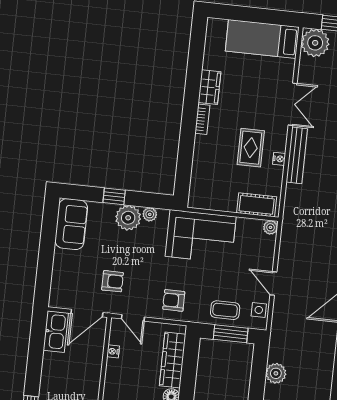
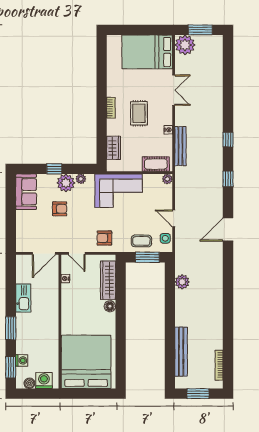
bed: (262, 39) -> (147, 52), width x1.50
wardrobe: (209, 87) -> (114, 148), moved
rug: (251, 148) -> (139, 113), moved
bench: (297, 155) -> (180, 146), moved
armchair: (112, 281) -> (60, 209), moved
kitchen sink: (56, 332) -> (23, 298), moved

